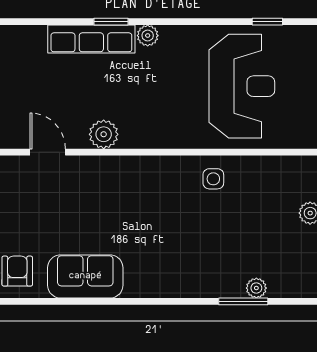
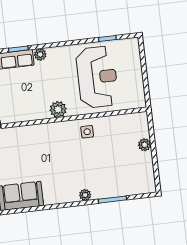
plant: (104, 134) -> (58, 109), moved
plant: (256, 288) -> (85, 195), moved

